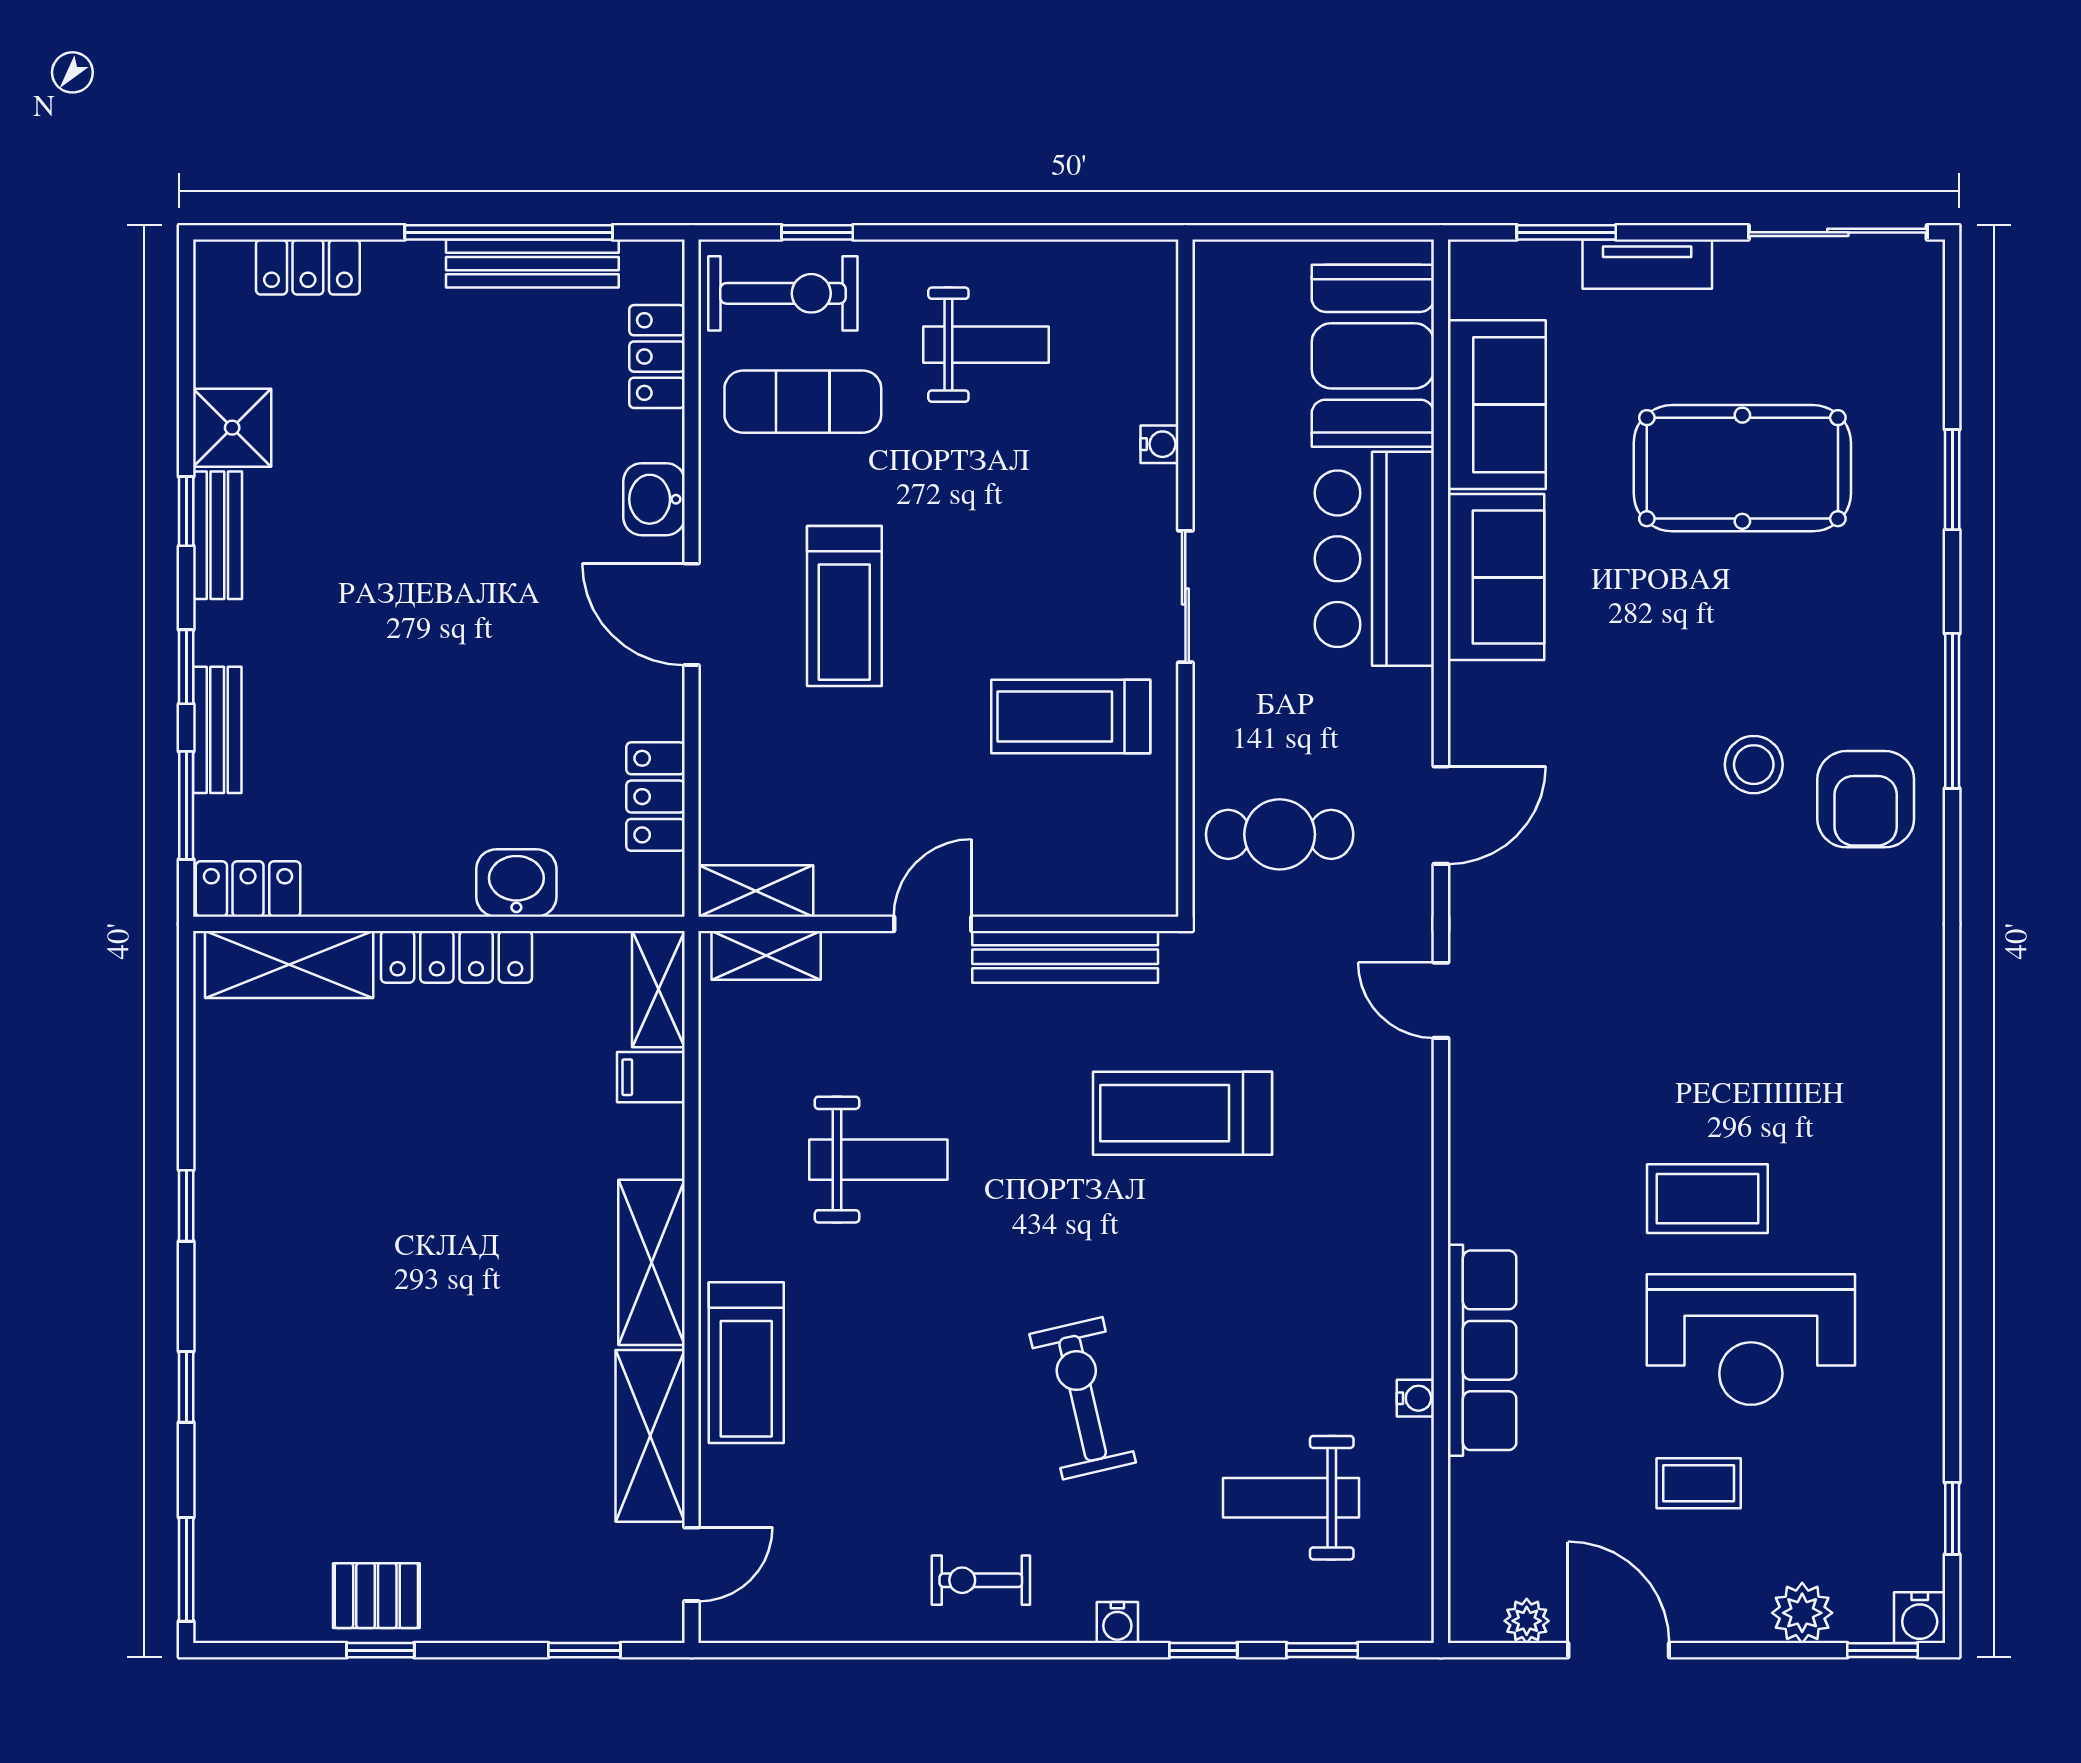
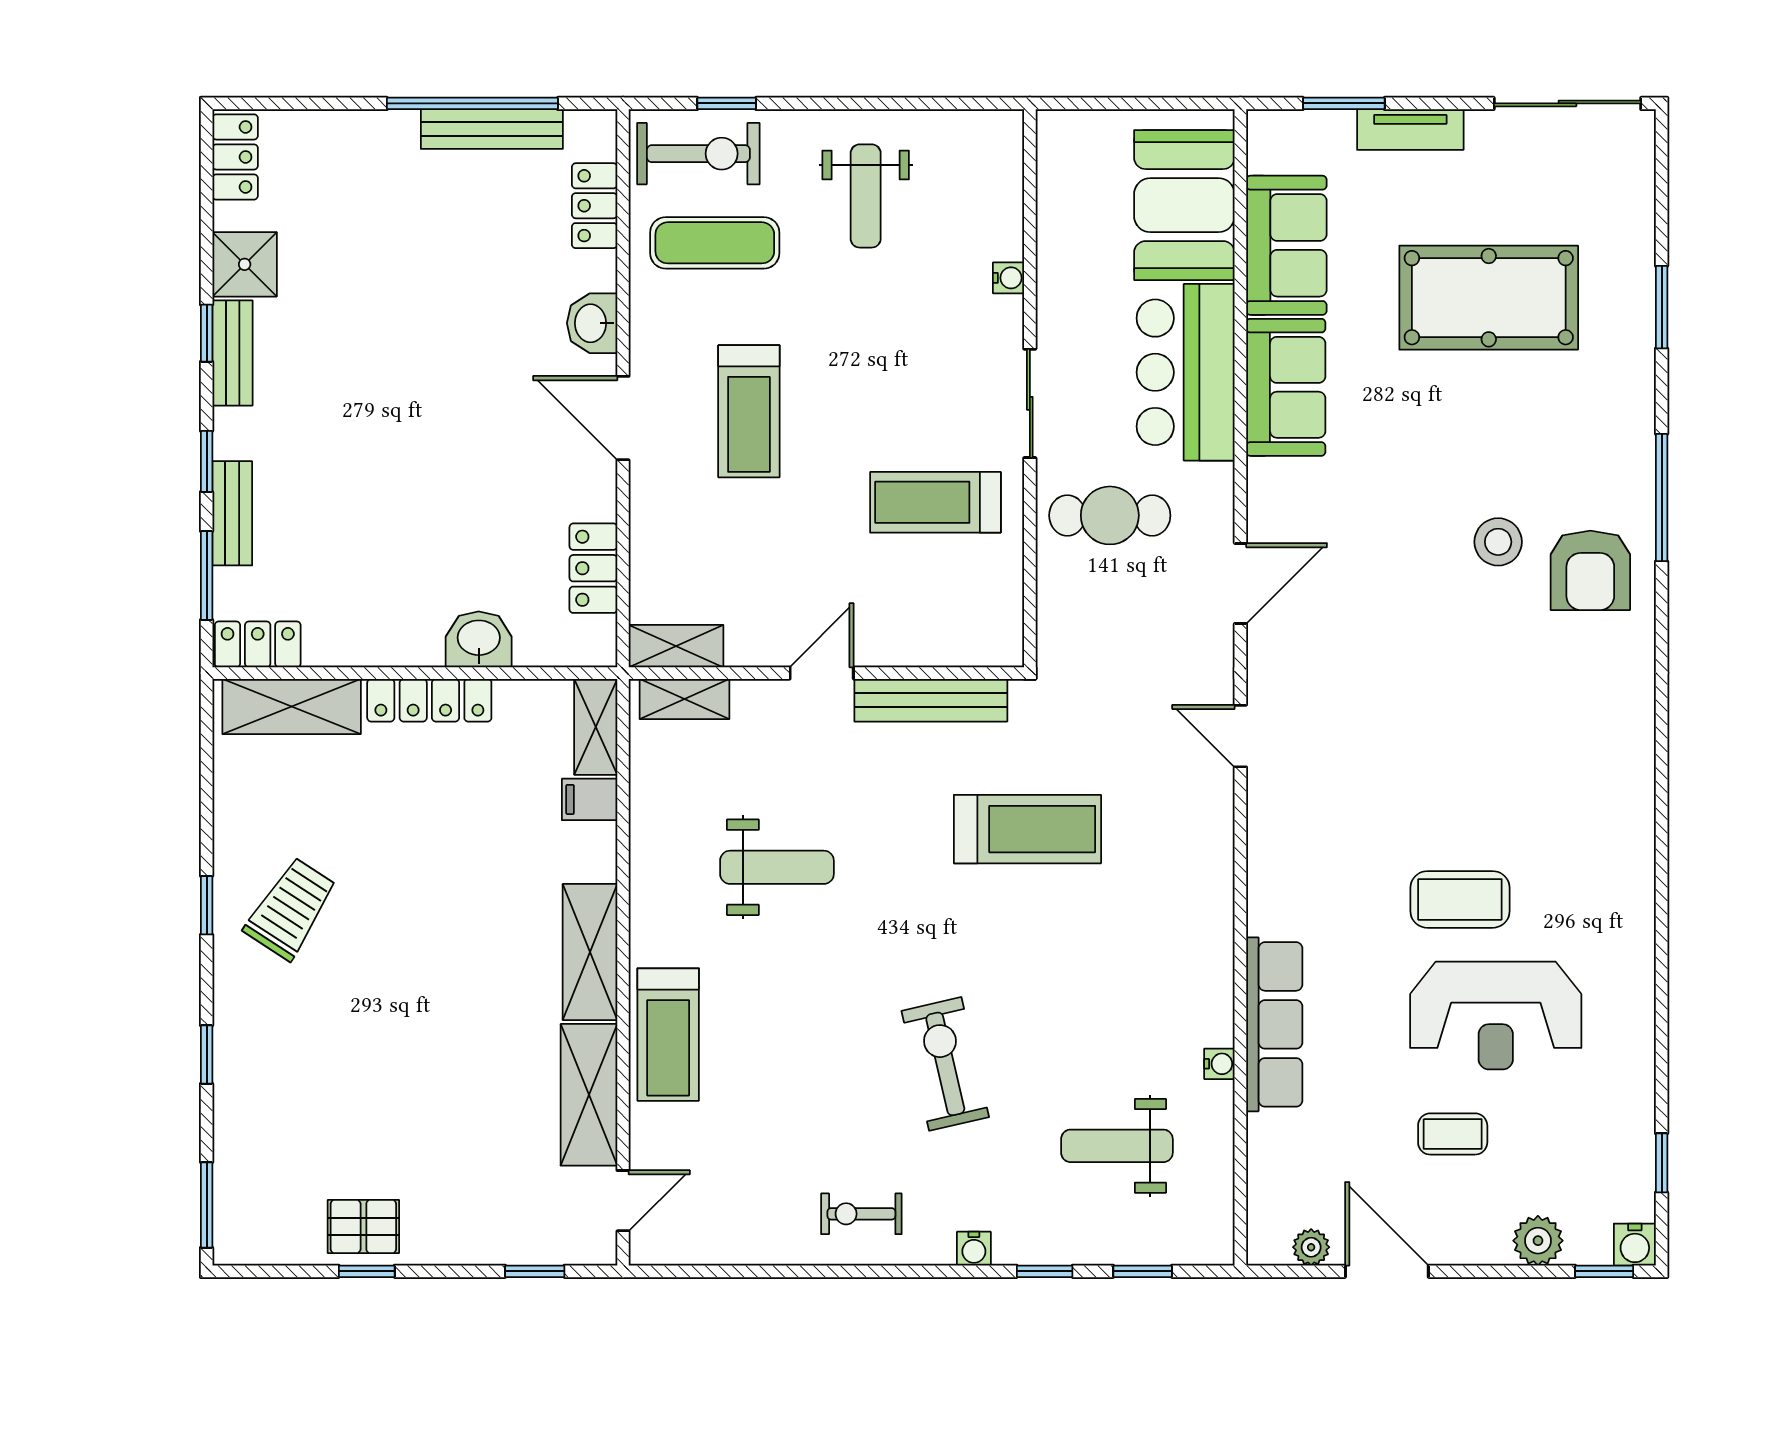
locker: (308, 267) -> (235, 157), moved, turned -90
weight bench: (986, 345) -> (866, 196), turned 90
cafe table: (1280, 834) -> (1110, 515), moved
treadmill: (1182, 1113) -> (1027, 829), turned 180
trolley: (288, 1210) -> (291, 909), added

